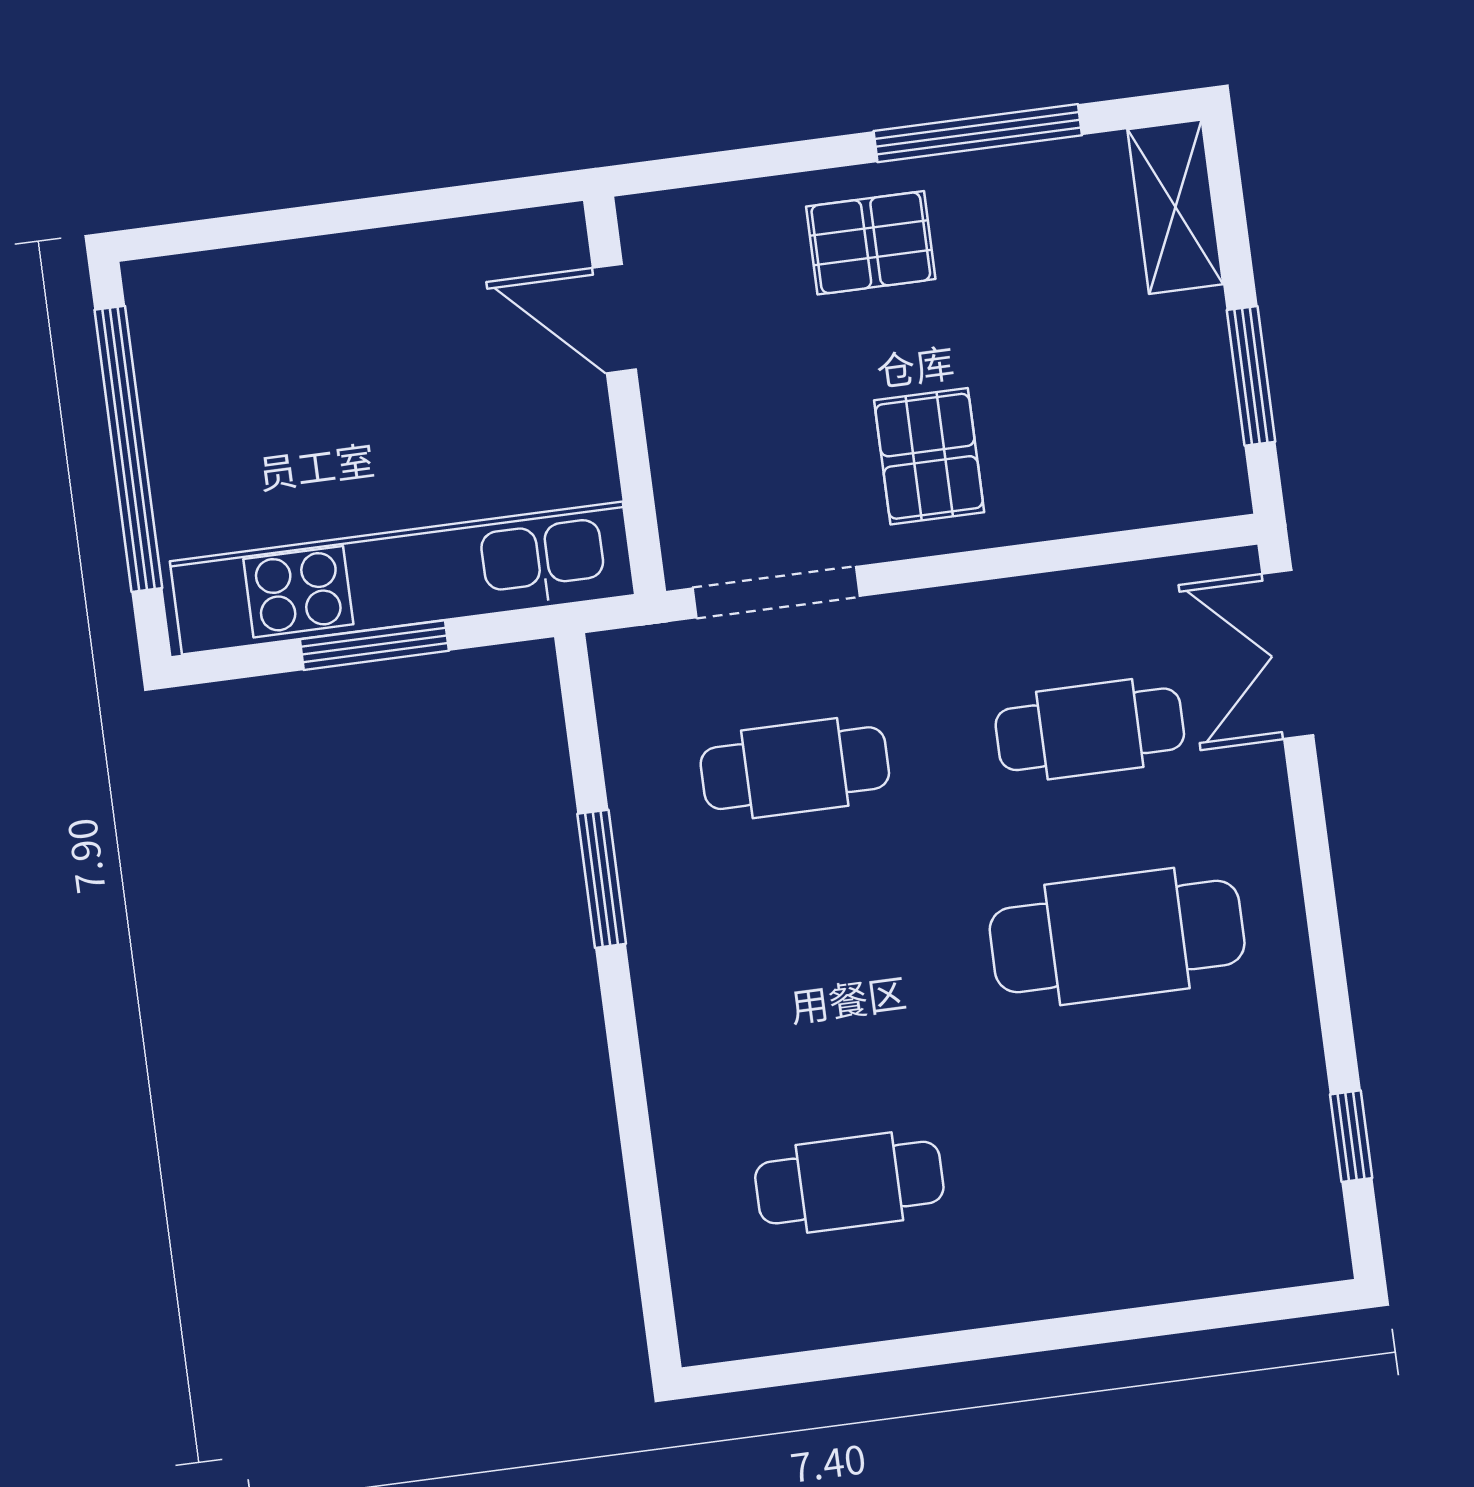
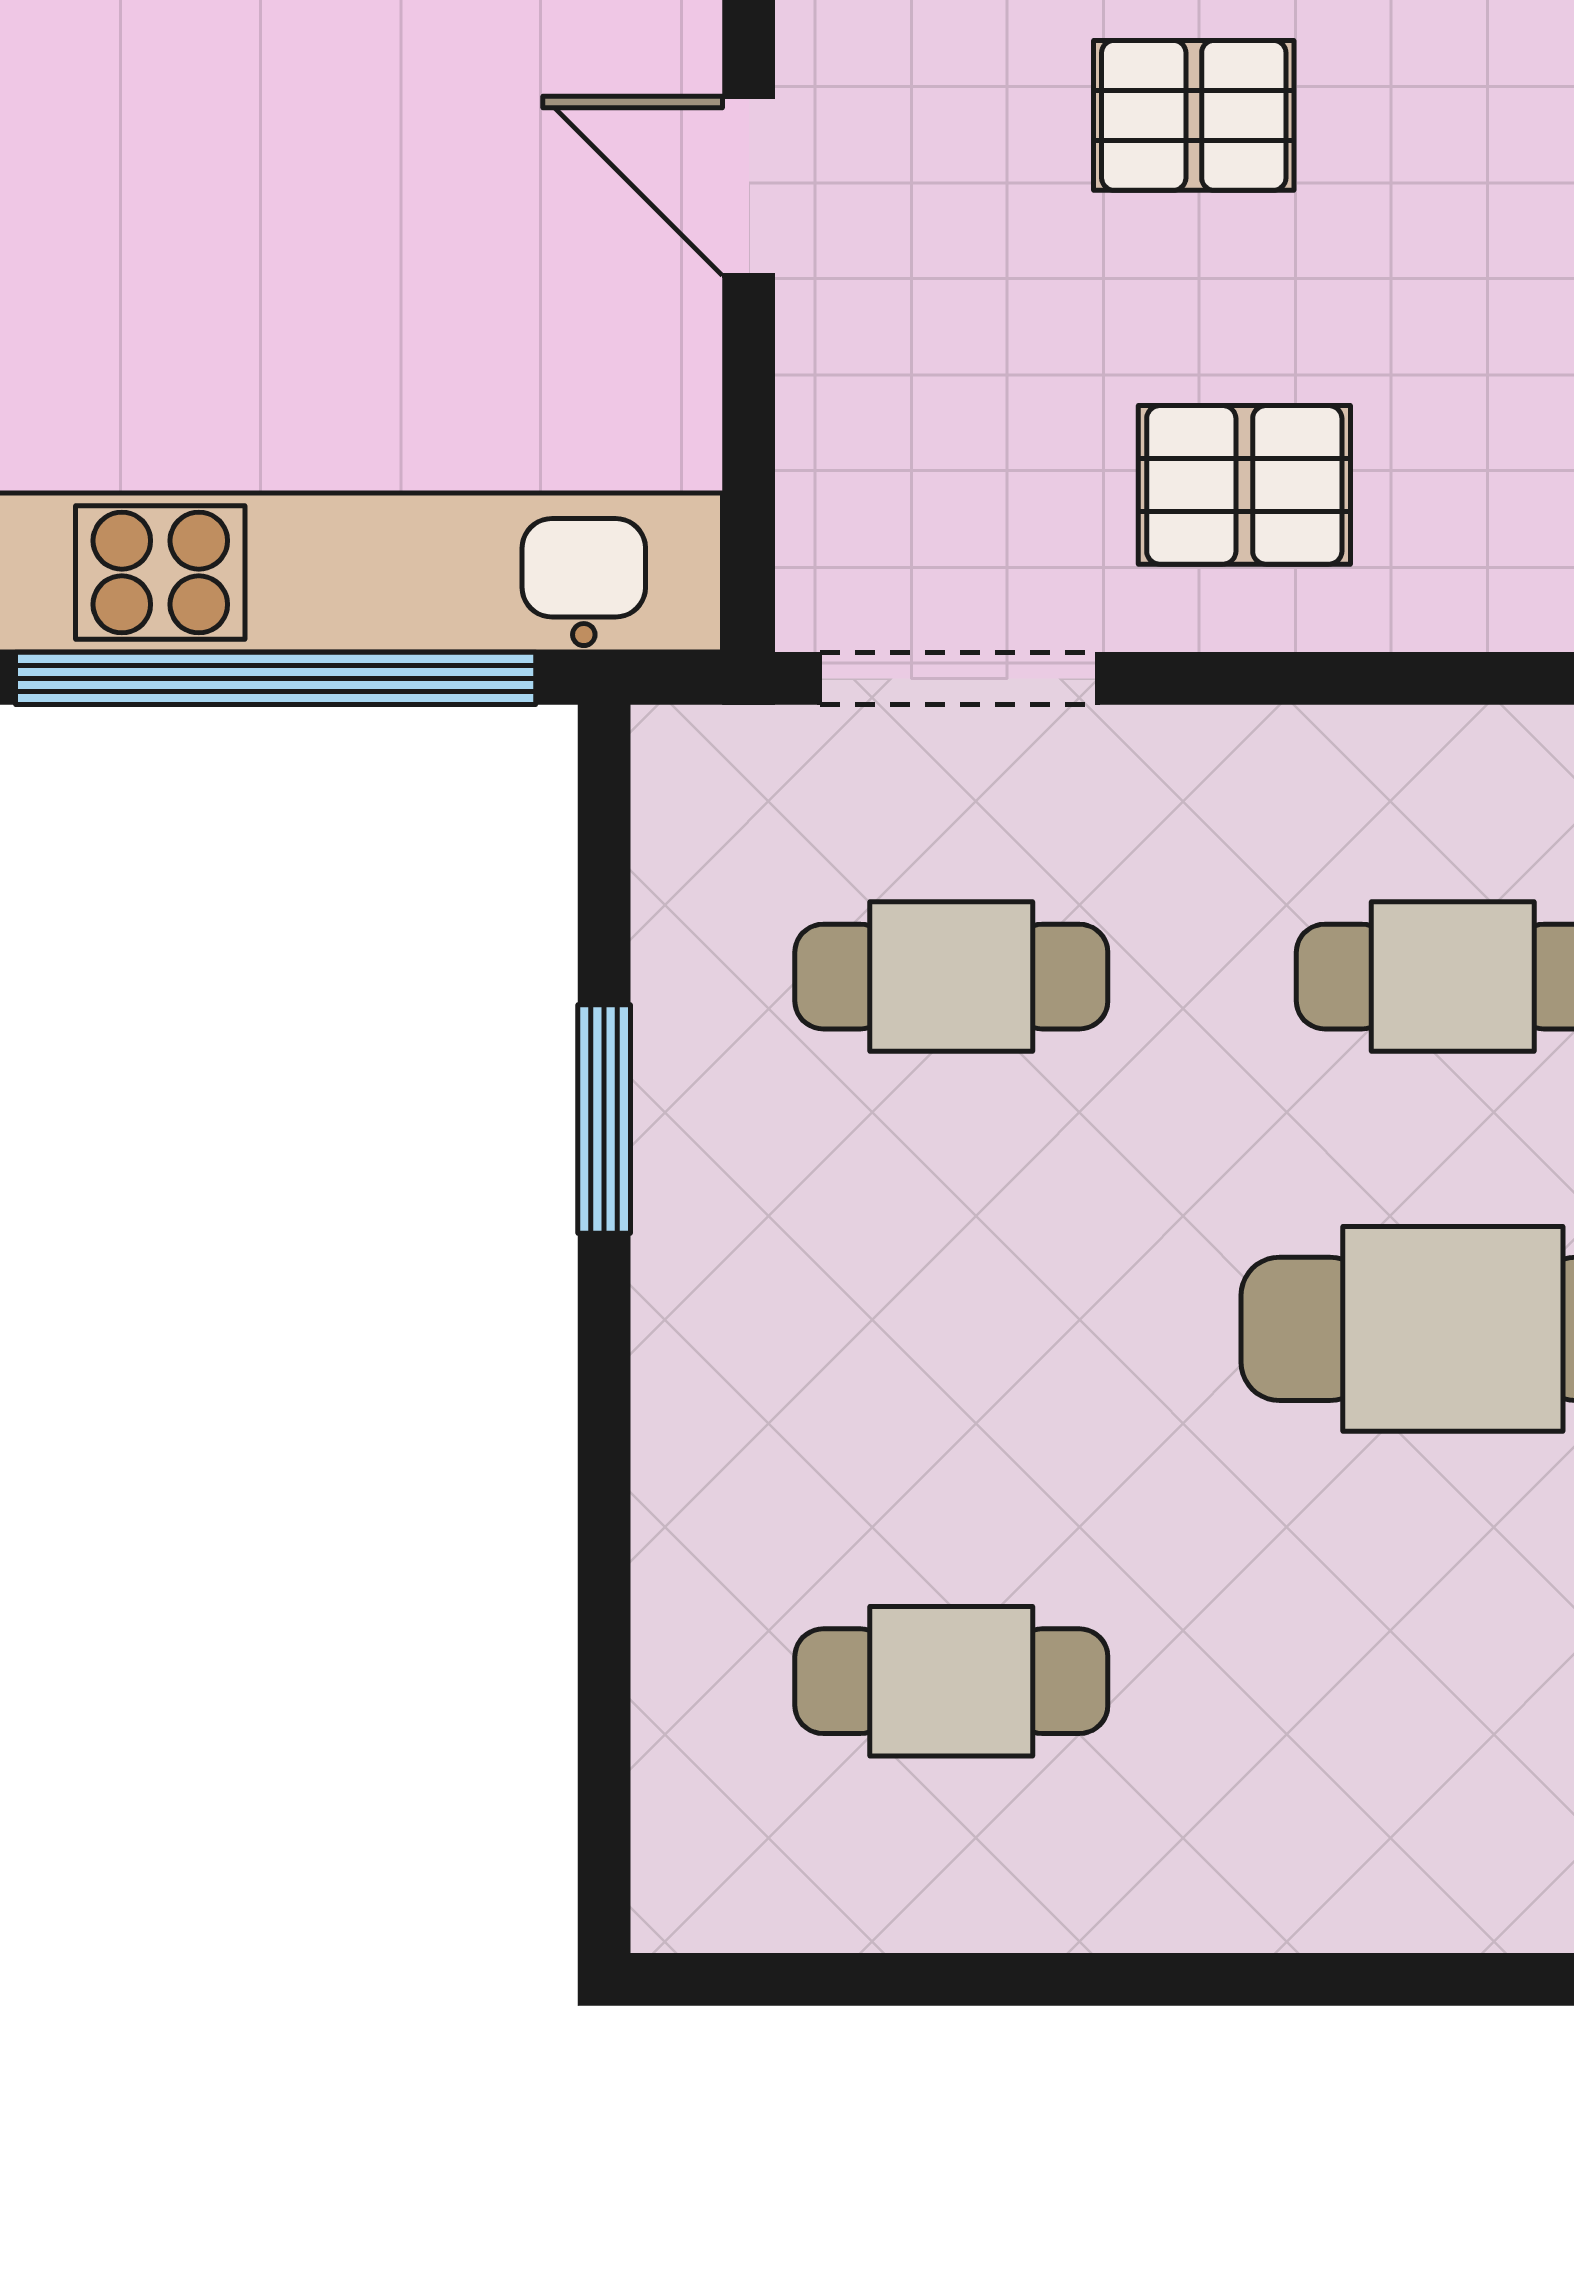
pallet: (929, 456) -> (1244, 485), turned 90
window: (374, 645) -> (276, 678), width x2.11

